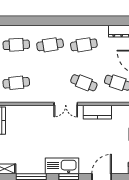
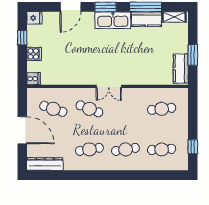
double door: (66, 104) -> (109, 86), swing flipped
kitchen counter: (97, 112) -> (146, 19), moved, turned 180

